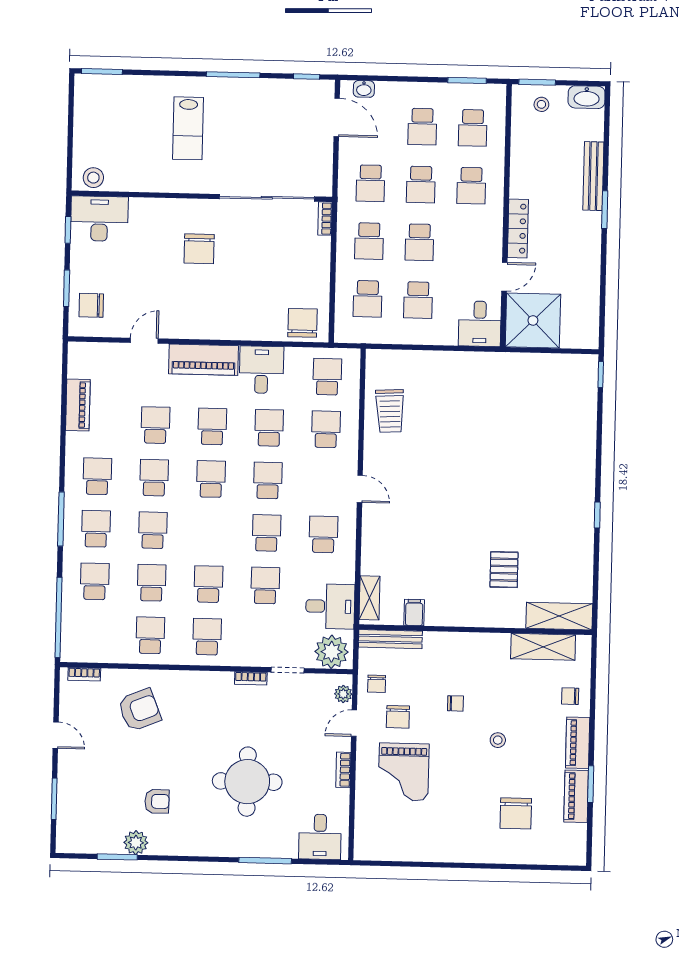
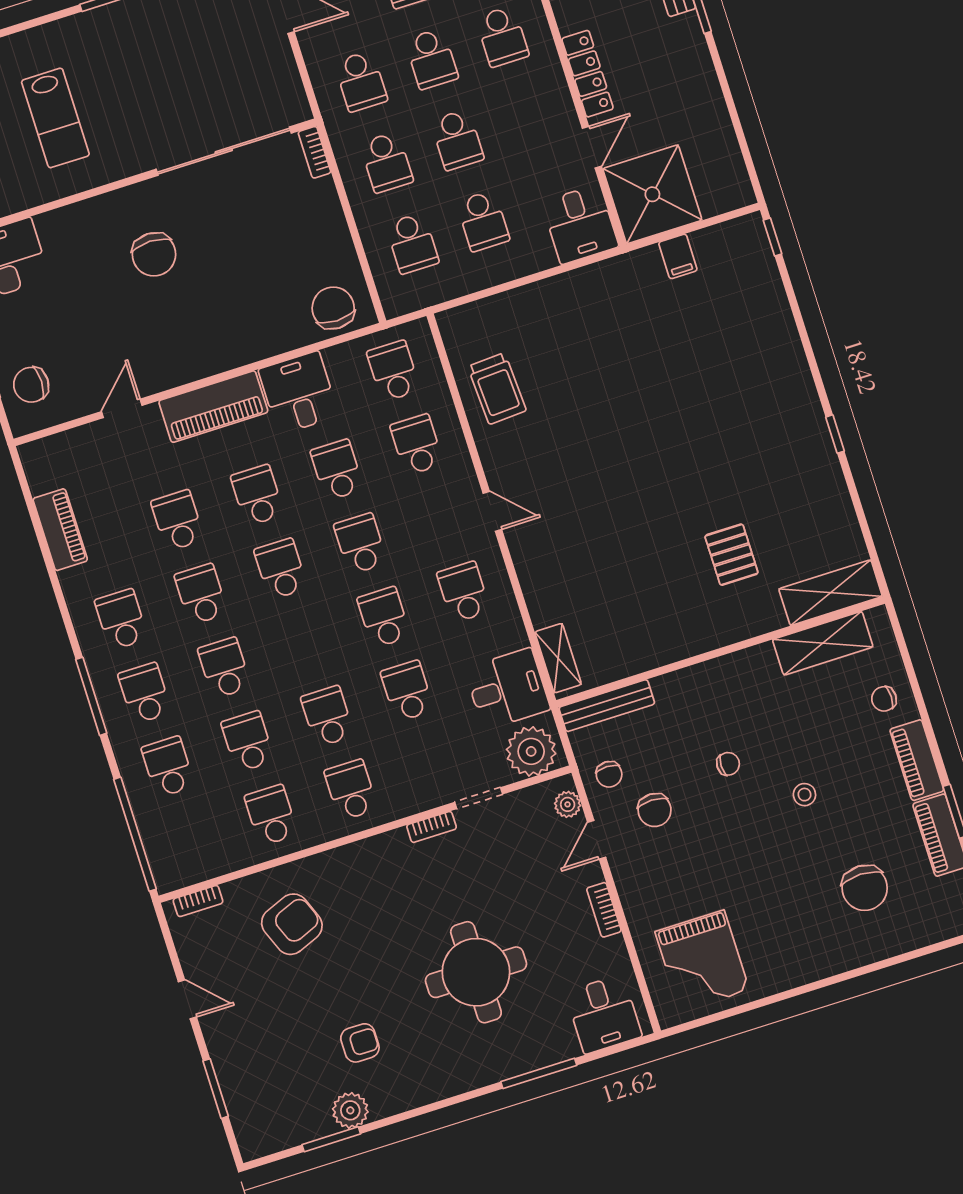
lab bench: (188, 128) -> (55, 118), moved
filing cabinet: (414, 612) -> (678, 256), moved, turned 180
grand piano: (404, 772) -> (702, 961), moved

